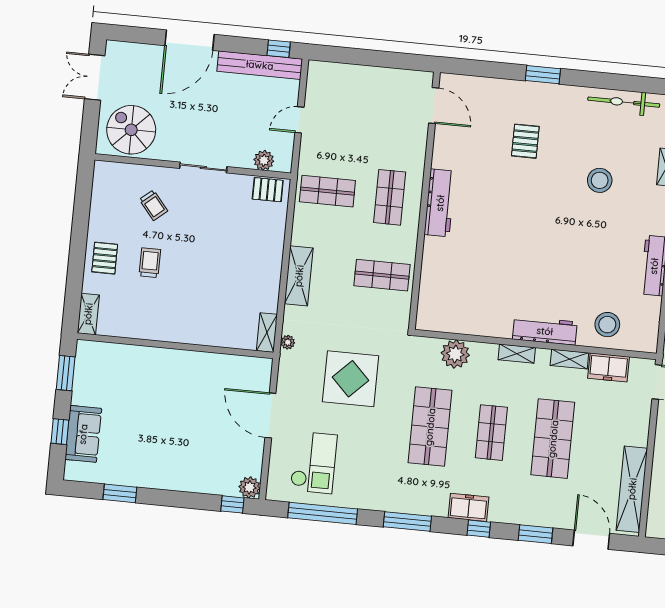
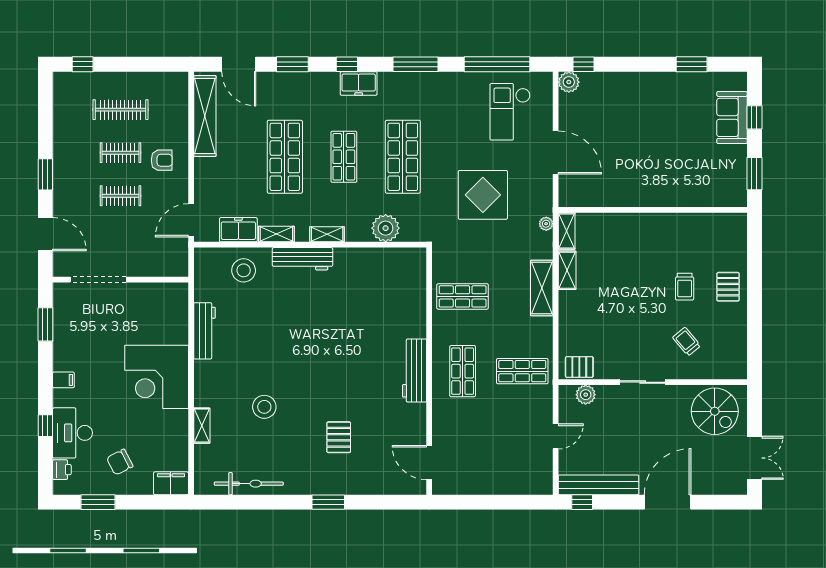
shelving: (88, 314) -> (567, 270), moved

